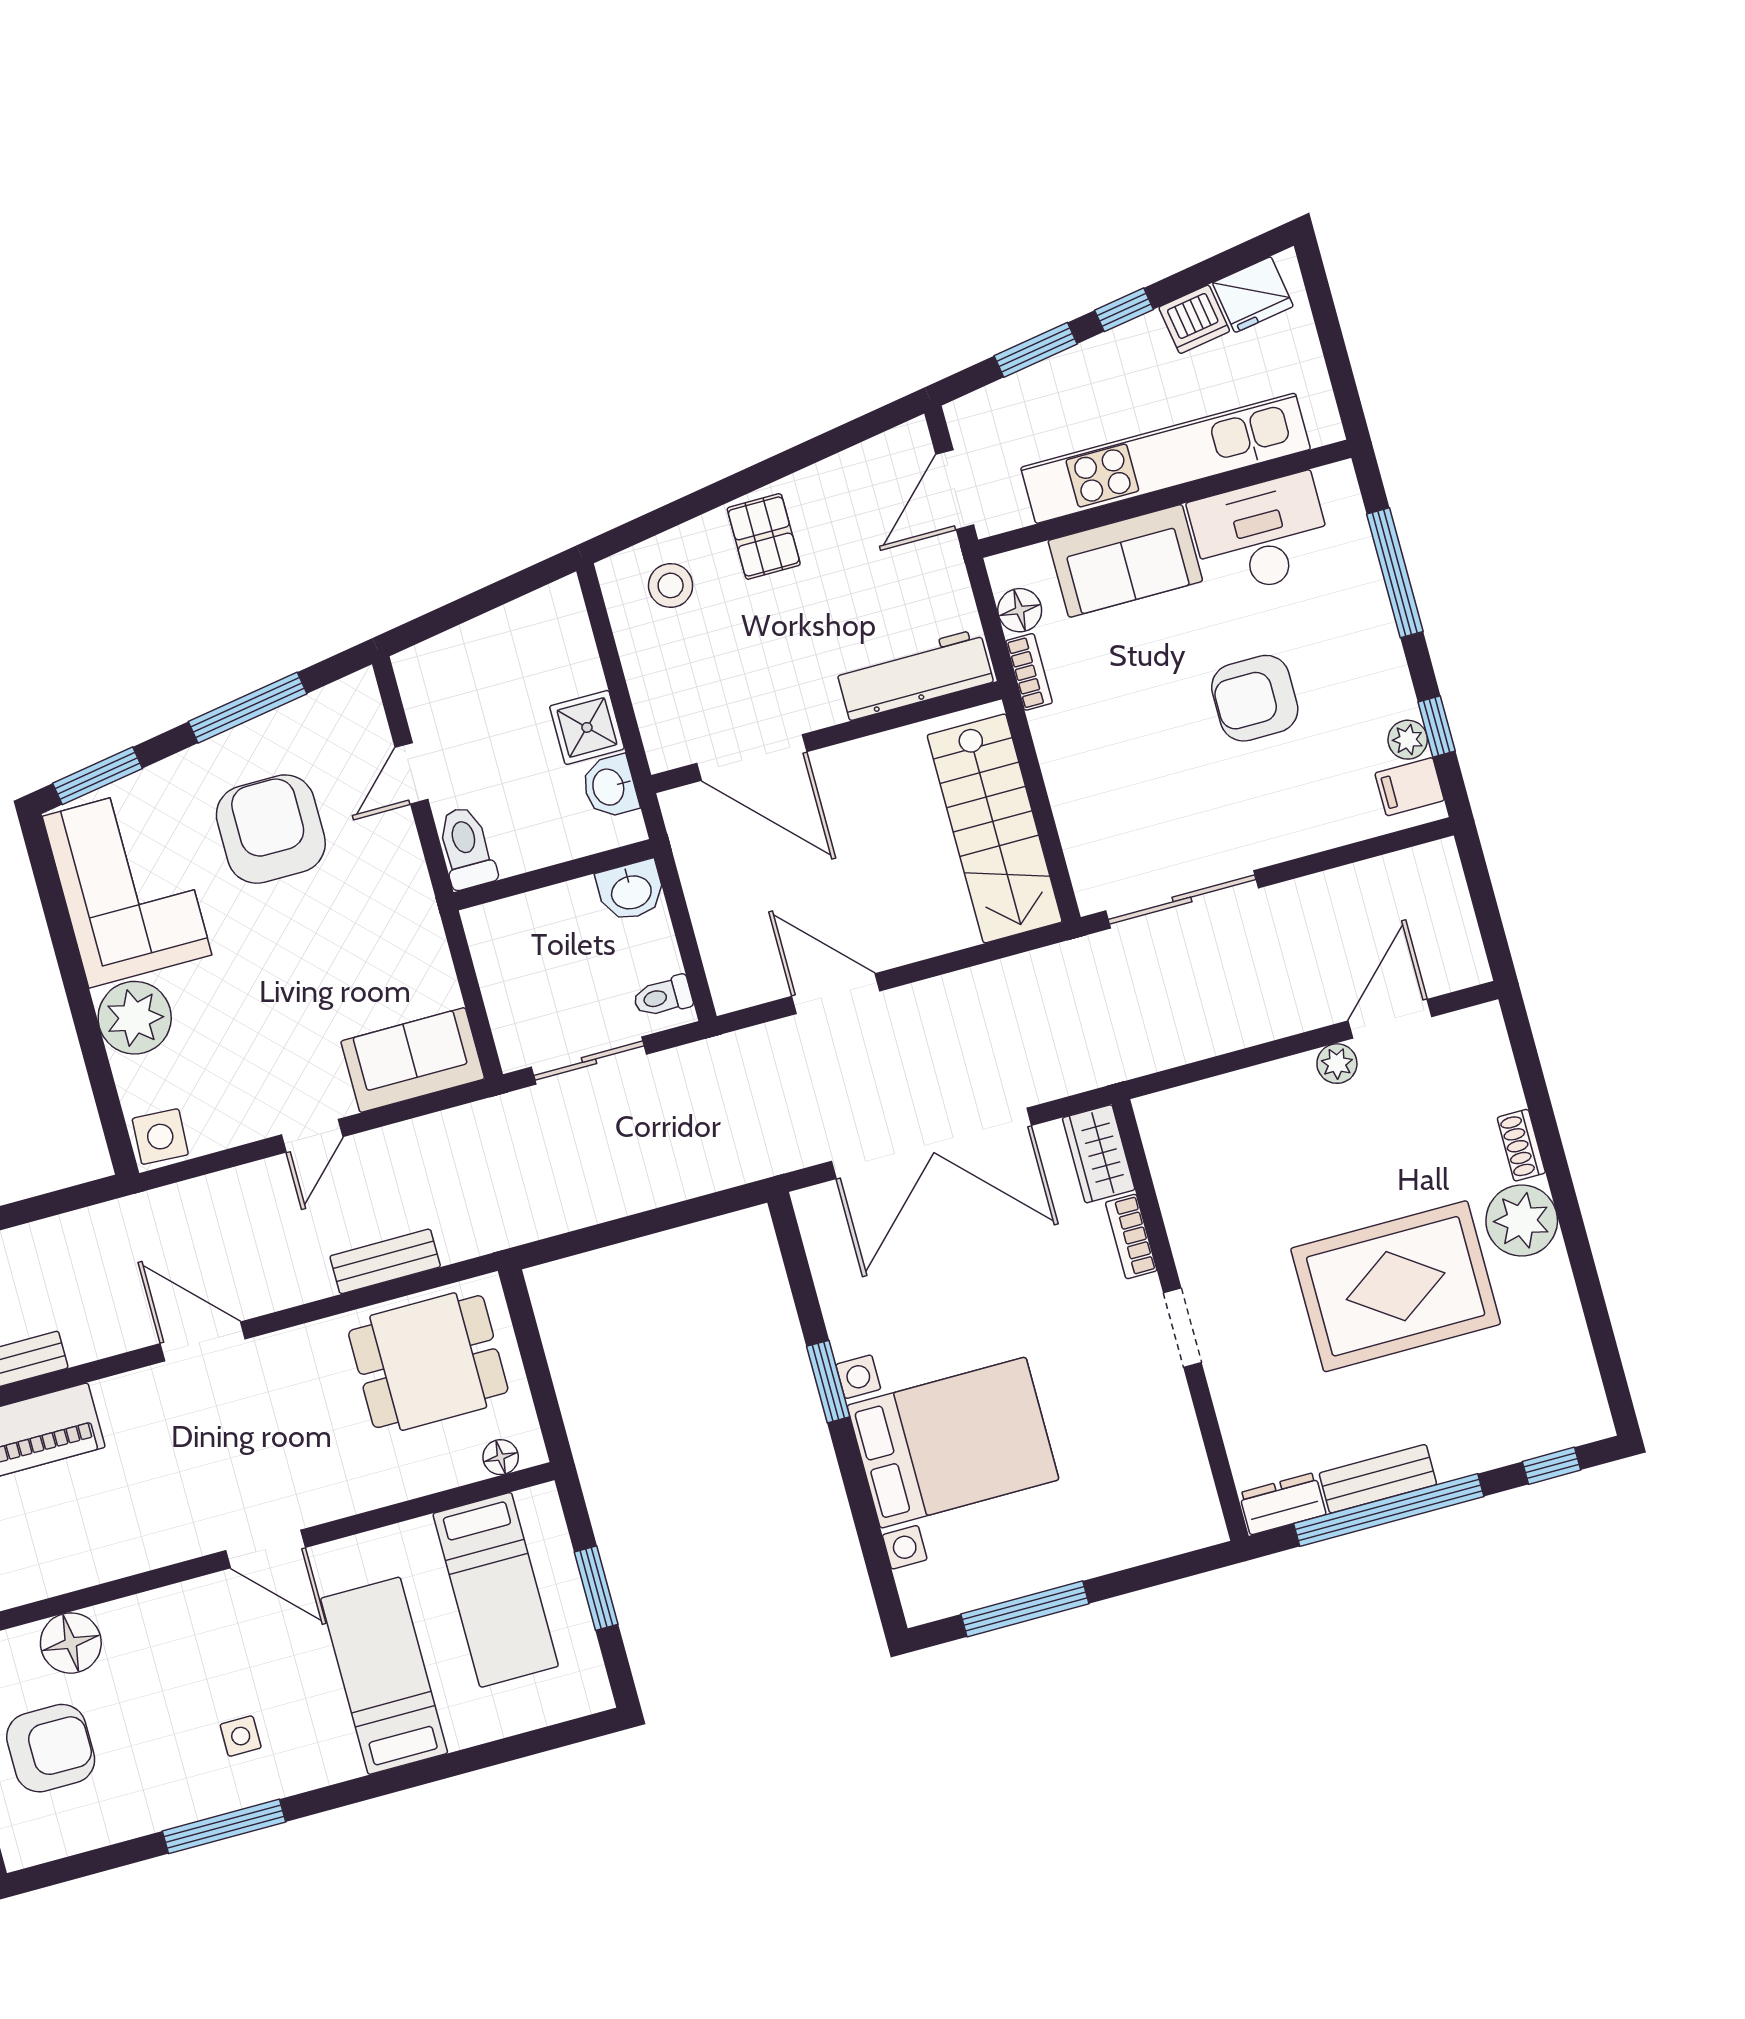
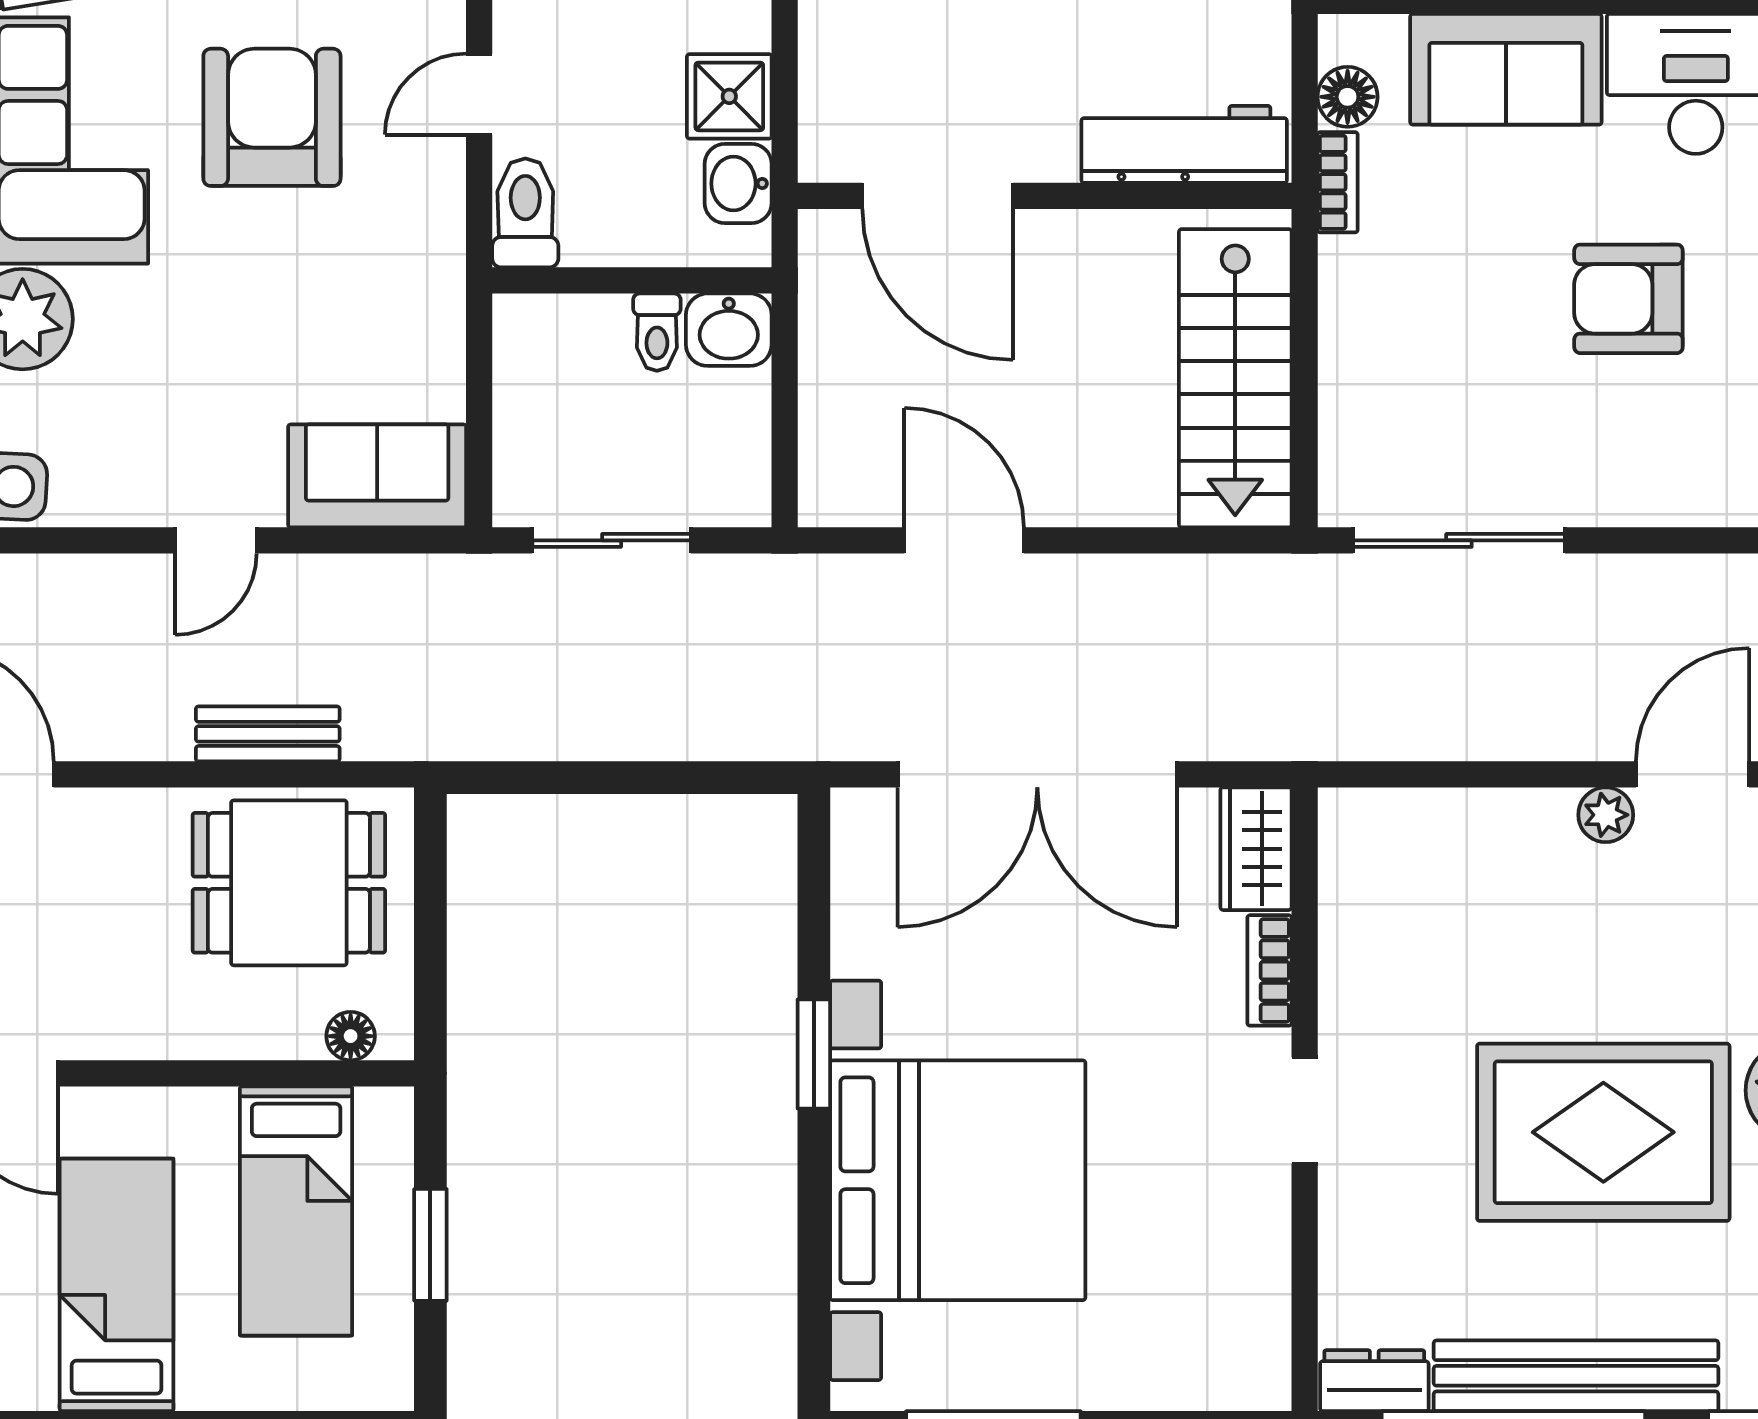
toilet: (663, 997) -> (657, 332), moved, turned -90
bed with nightstands: (953, 1443) -> (958, 1180), width x1.36
bench: (1378, 1479) -> (1576, 1376), width x1.86, depth x1.21

